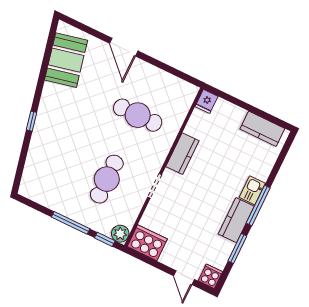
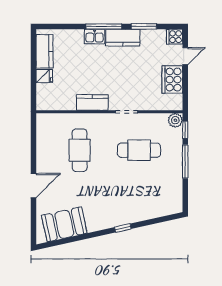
fridge: (207, 101) -> (44, 76), moved
cooker: (147, 243) -> (172, 80), moved

